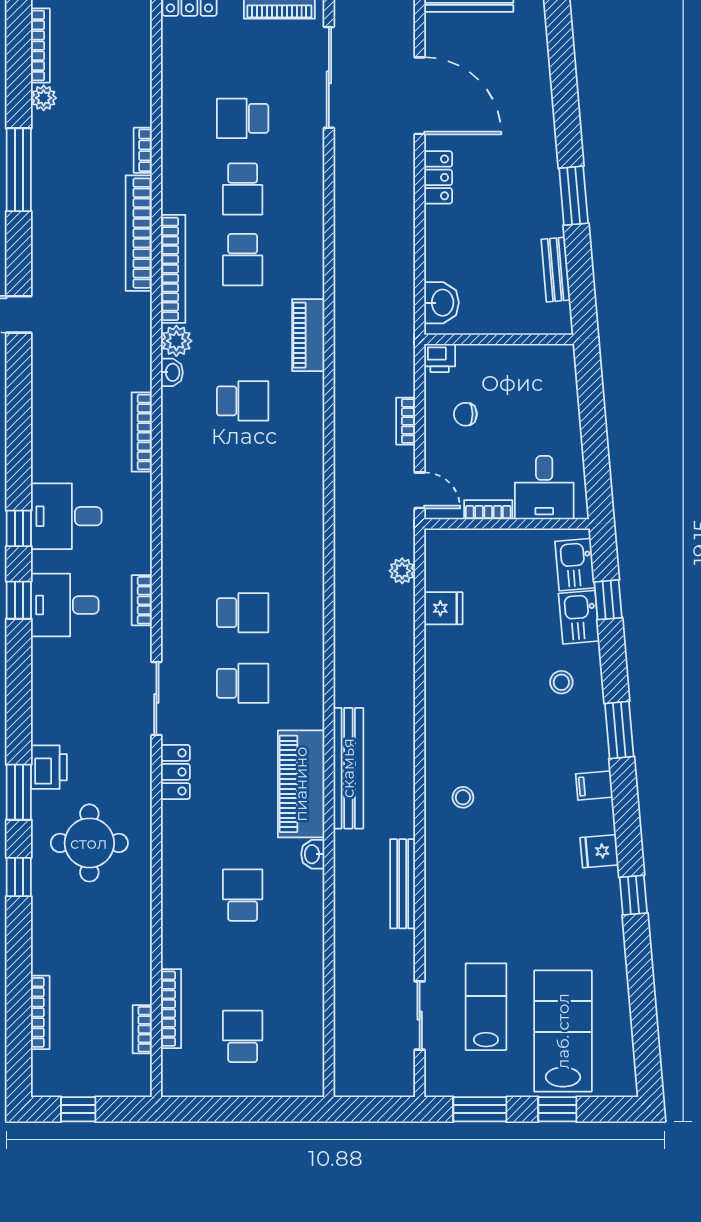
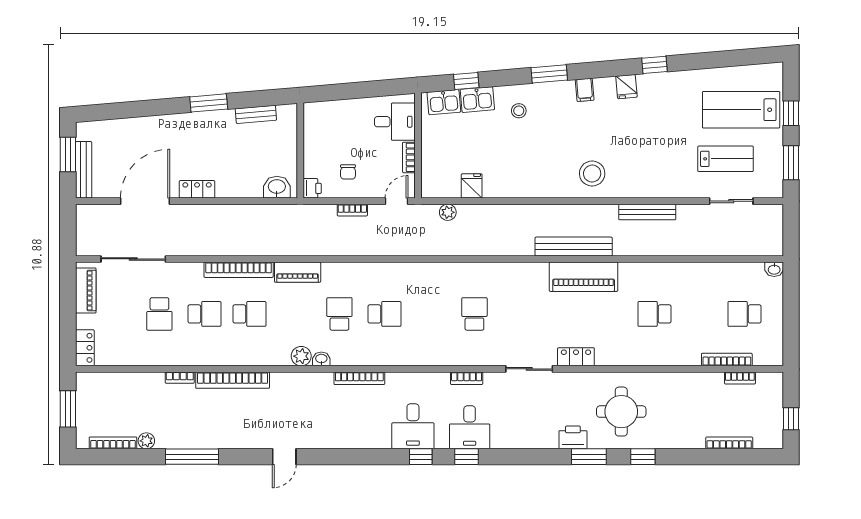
bookcase: (173, 269) -> (239, 270), moved, turned 180
school desk: (243, 683) -> (384, 314), moved, turned 90
stool: (463, 797) -> (592, 173), width x1.89, depth x1.89
washbasin: (313, 854) -> (774, 269), moved
lab bench: (486, 1007) -> (726, 159), turned 180

